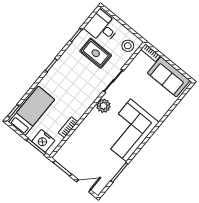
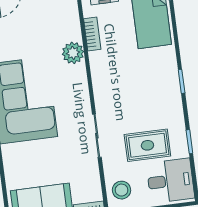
plant: (103, 106) -> (73, 53), moved

